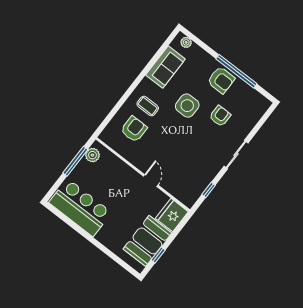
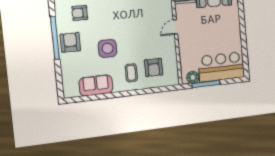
plant: (186, 42) -> (67, 88), removed
armchair: (220, 116) -> (80, 13), moved
armchair: (134, 129) -> (154, 67), turned -90
bar counter: (80, 208) -> (221, 67), moved, turned 90

